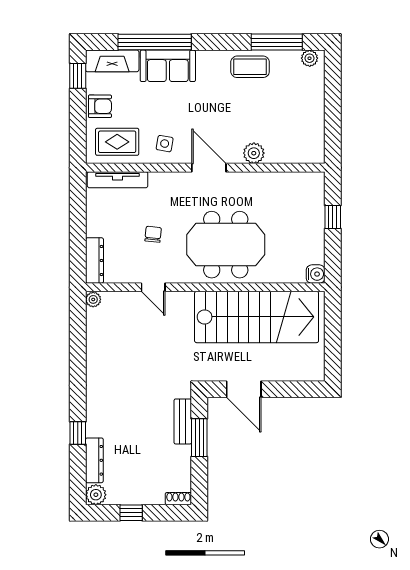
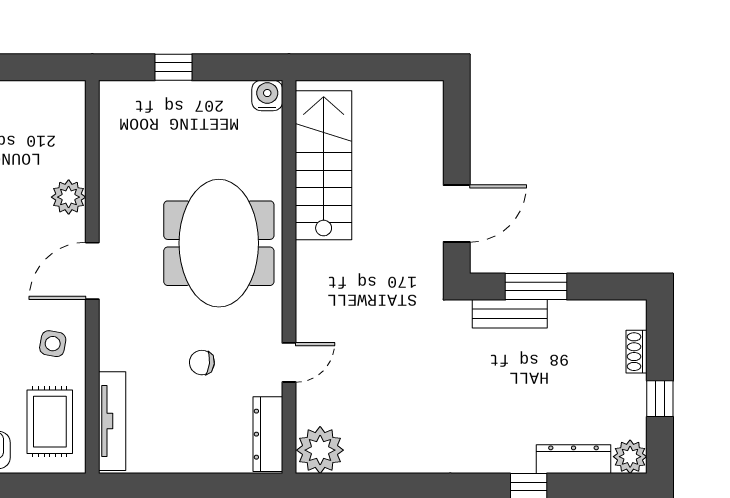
dresser: (95, 260) -> (268, 434), moved, turned -90
plant: (93, 299) -> (320, 450), width x1.88, depth x1.88
stairs: (257, 317) -> (324, 165), width x0.73, depth x0.66
shoe rack: (178, 499) -> (637, 352), moved

